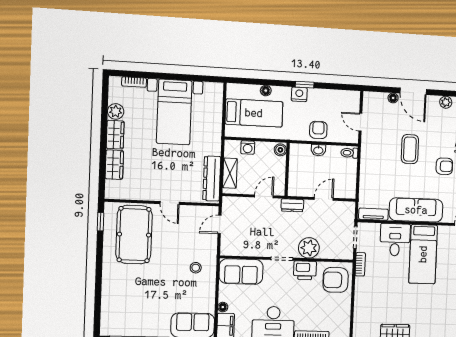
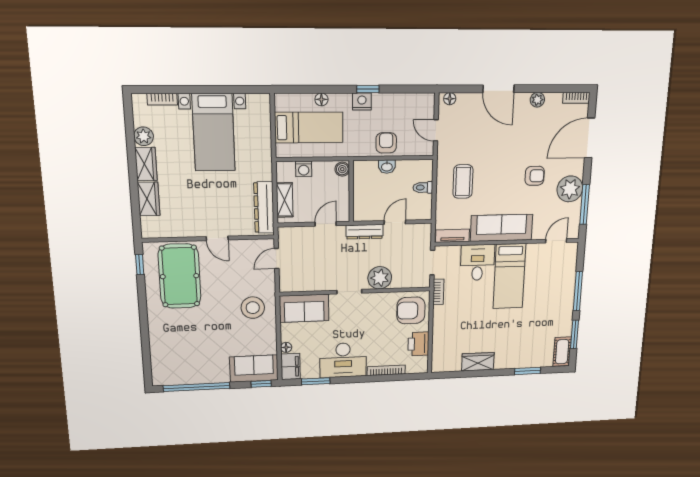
floor lamp: (393, 98) -> (450, 99), moved
coffee table: (410, 149) -> (463, 181), moved
toilet: (349, 153) -> (423, 187), moved
dresser: (292, 205) -> (365, 232), width x1.44
stool: (196, 268) -> (253, 308), width x1.89, depth x1.89
printer: (305, 270) -> (418, 344), moved, turned 90

